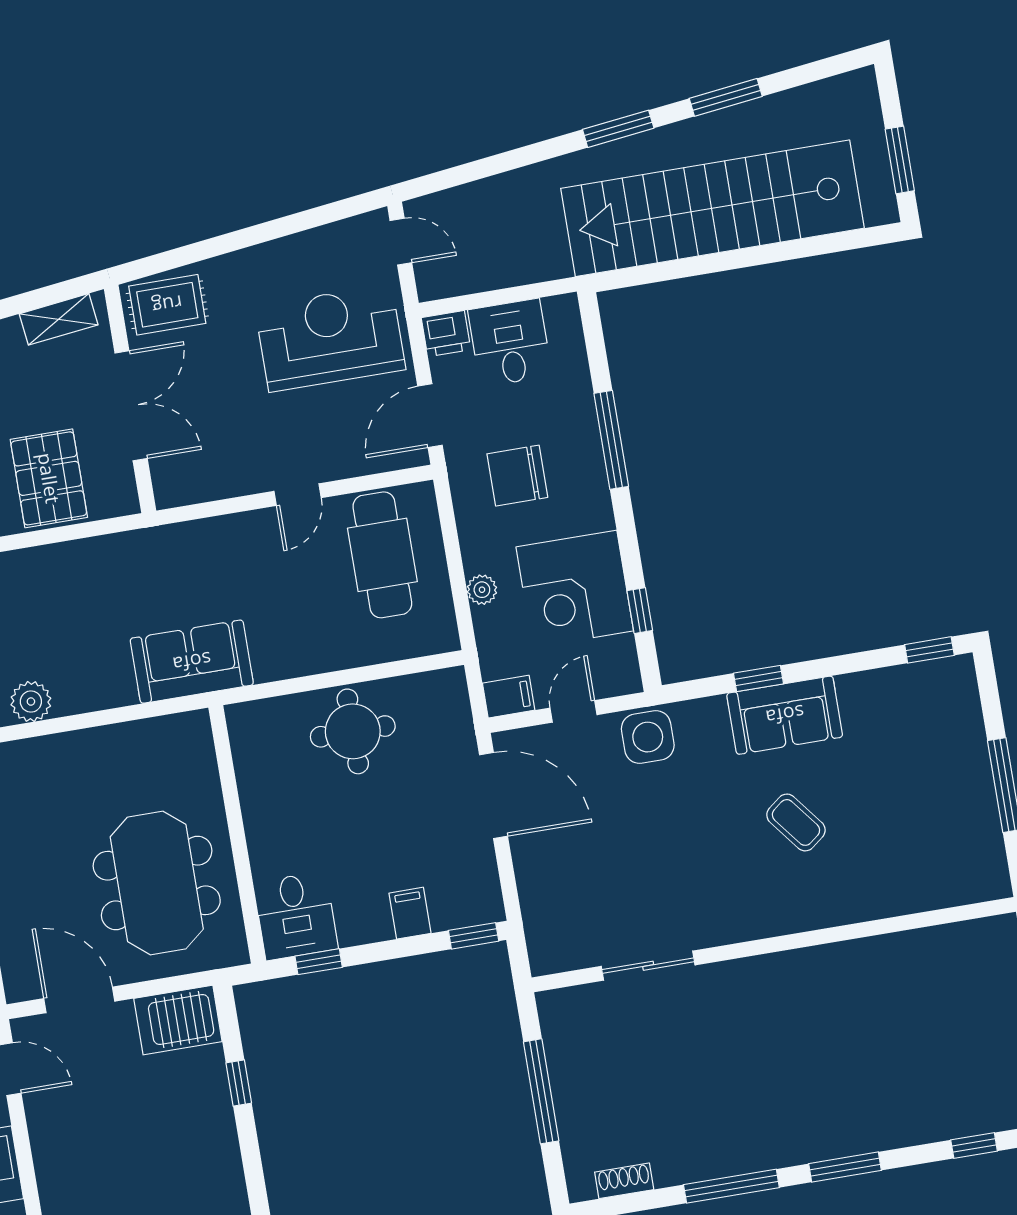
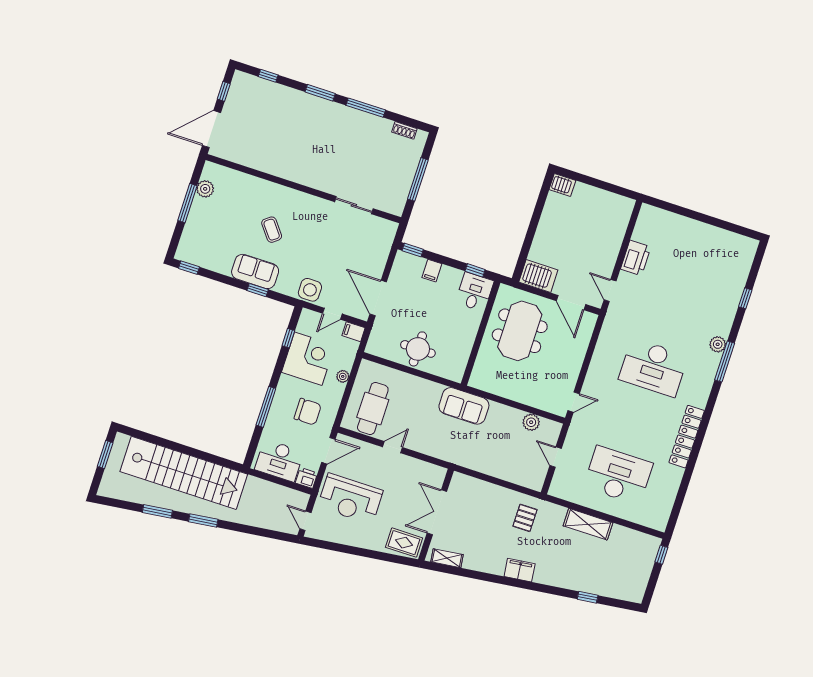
desk: (510, 343) -> (279, 461), width x1.37
pallet: (49, 478) -> (481, 501), removed
plant: (982, 835) -> (205, 189), added
window: (239, 1083) -> (528, 241), removed

